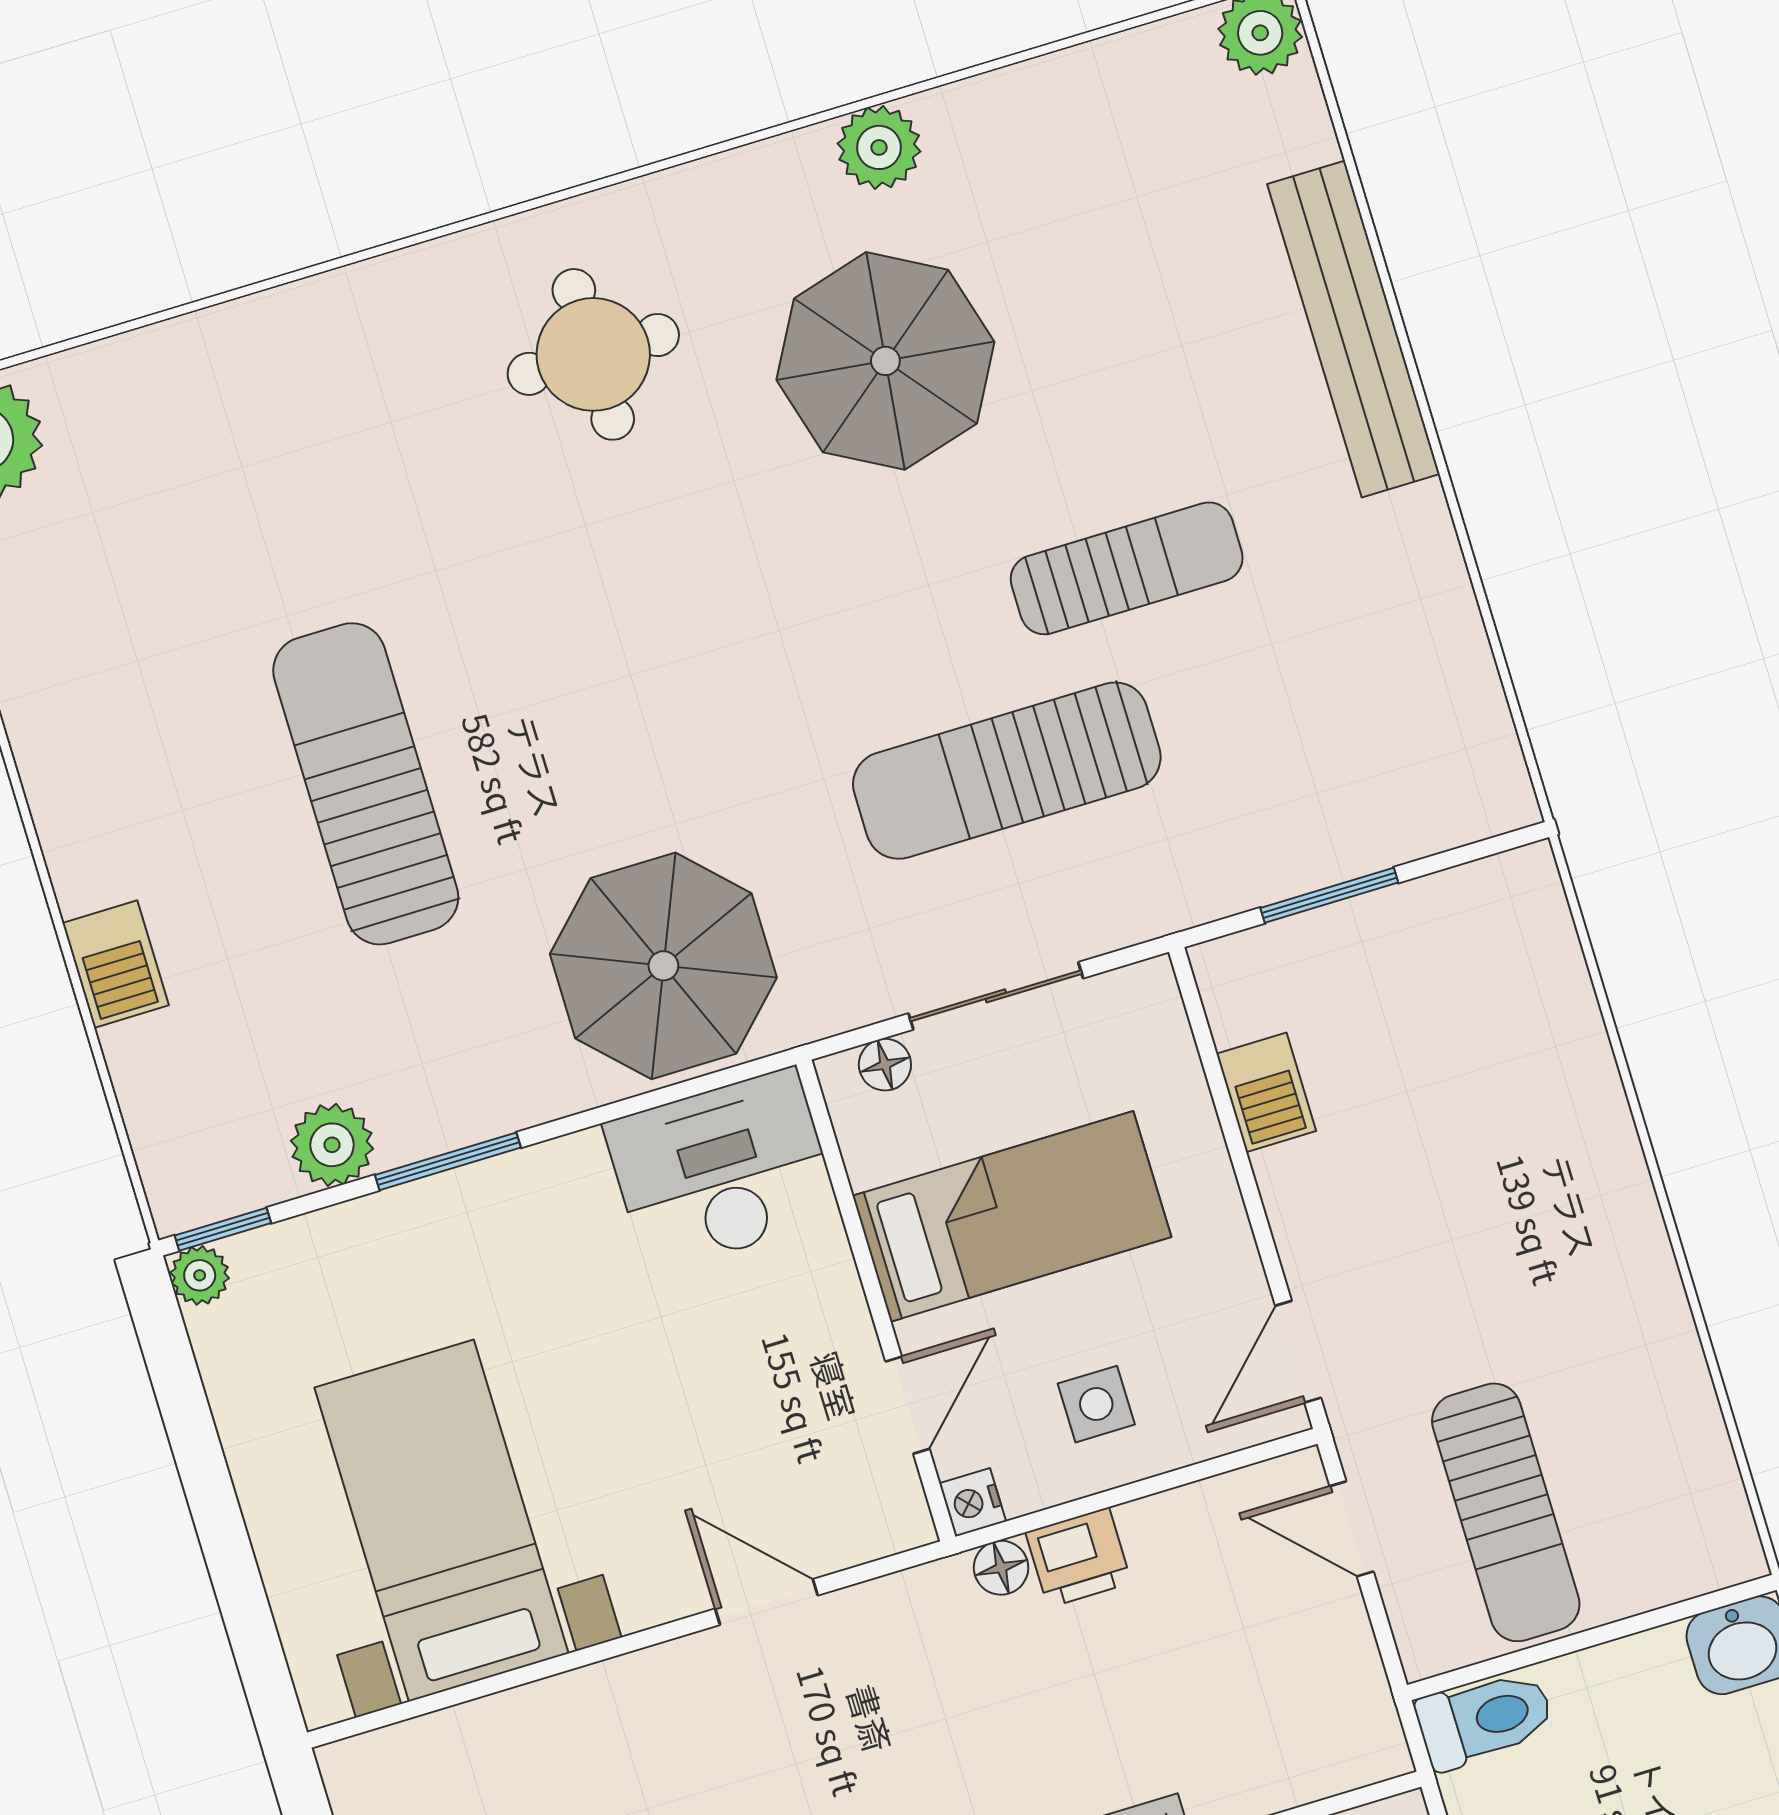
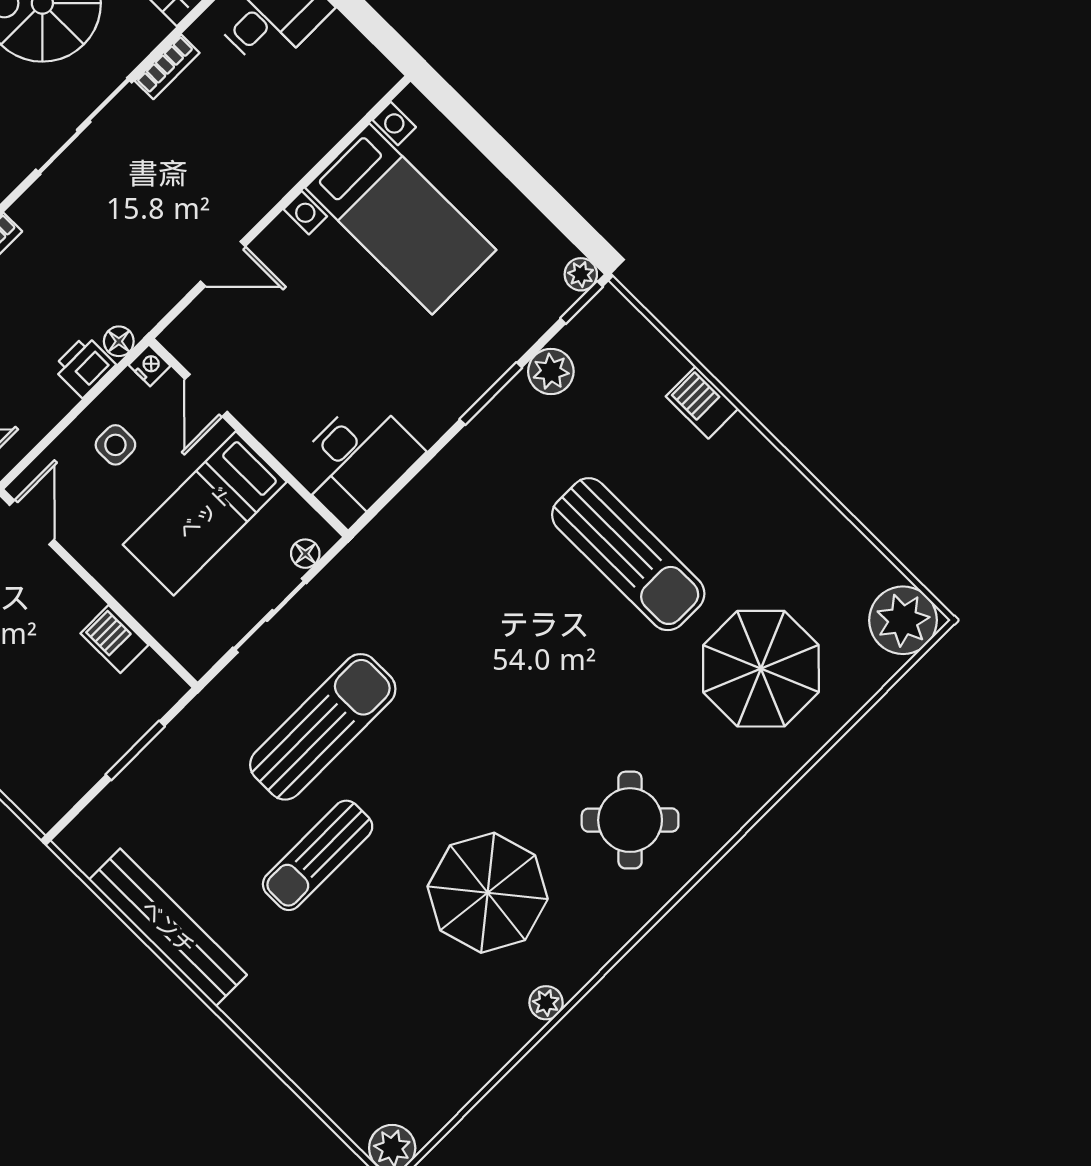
plant: (879, 147) -> (546, 1003), width x0.73, depth x0.73
bench: (1353, 329) -> (168, 927), moved
round table: (593, 354) -> (630, 820), turned 45
parasol: (663, 966) -> (761, 669), moved

